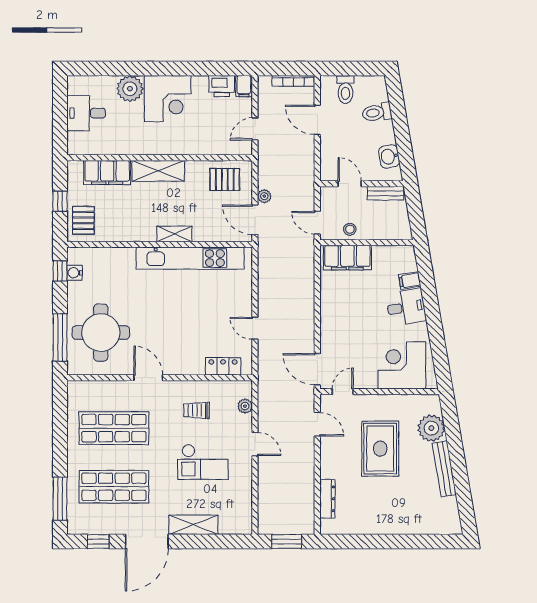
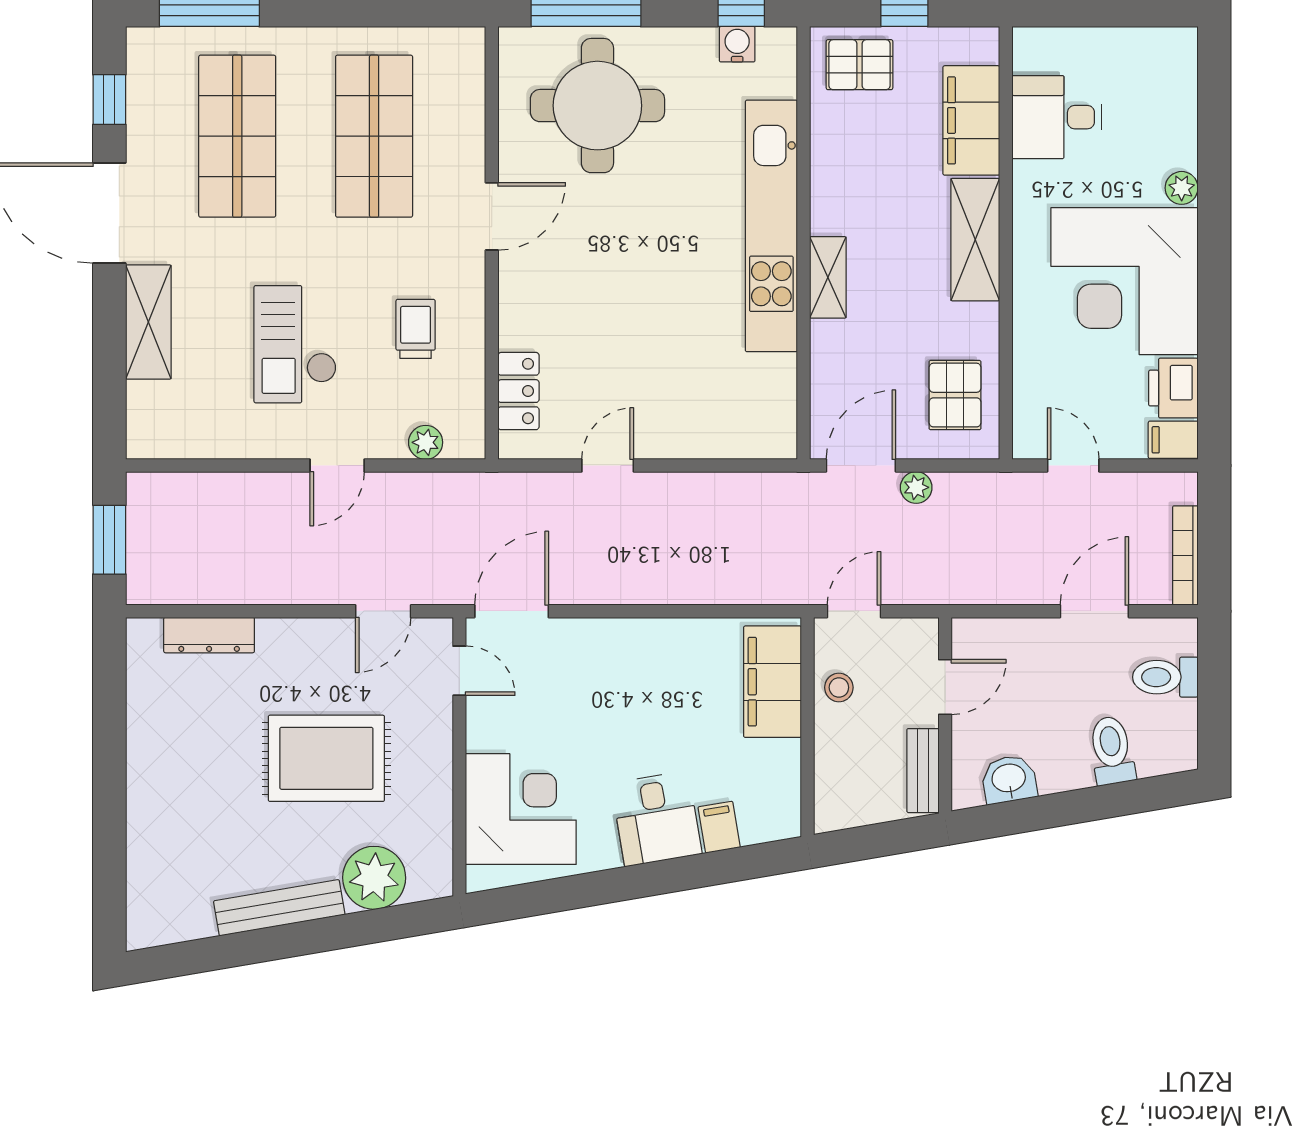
plant: (130, 89) -> (1182, 188), width x0.53, depth x0.53
corner desk: (168, 99) -> (1124, 281), width x1.36, depth x1.36
desk: (86, 113) -> (1057, 117), moved, turned -90
kitchen unit: (190, 258) -> (771, 226), moved

